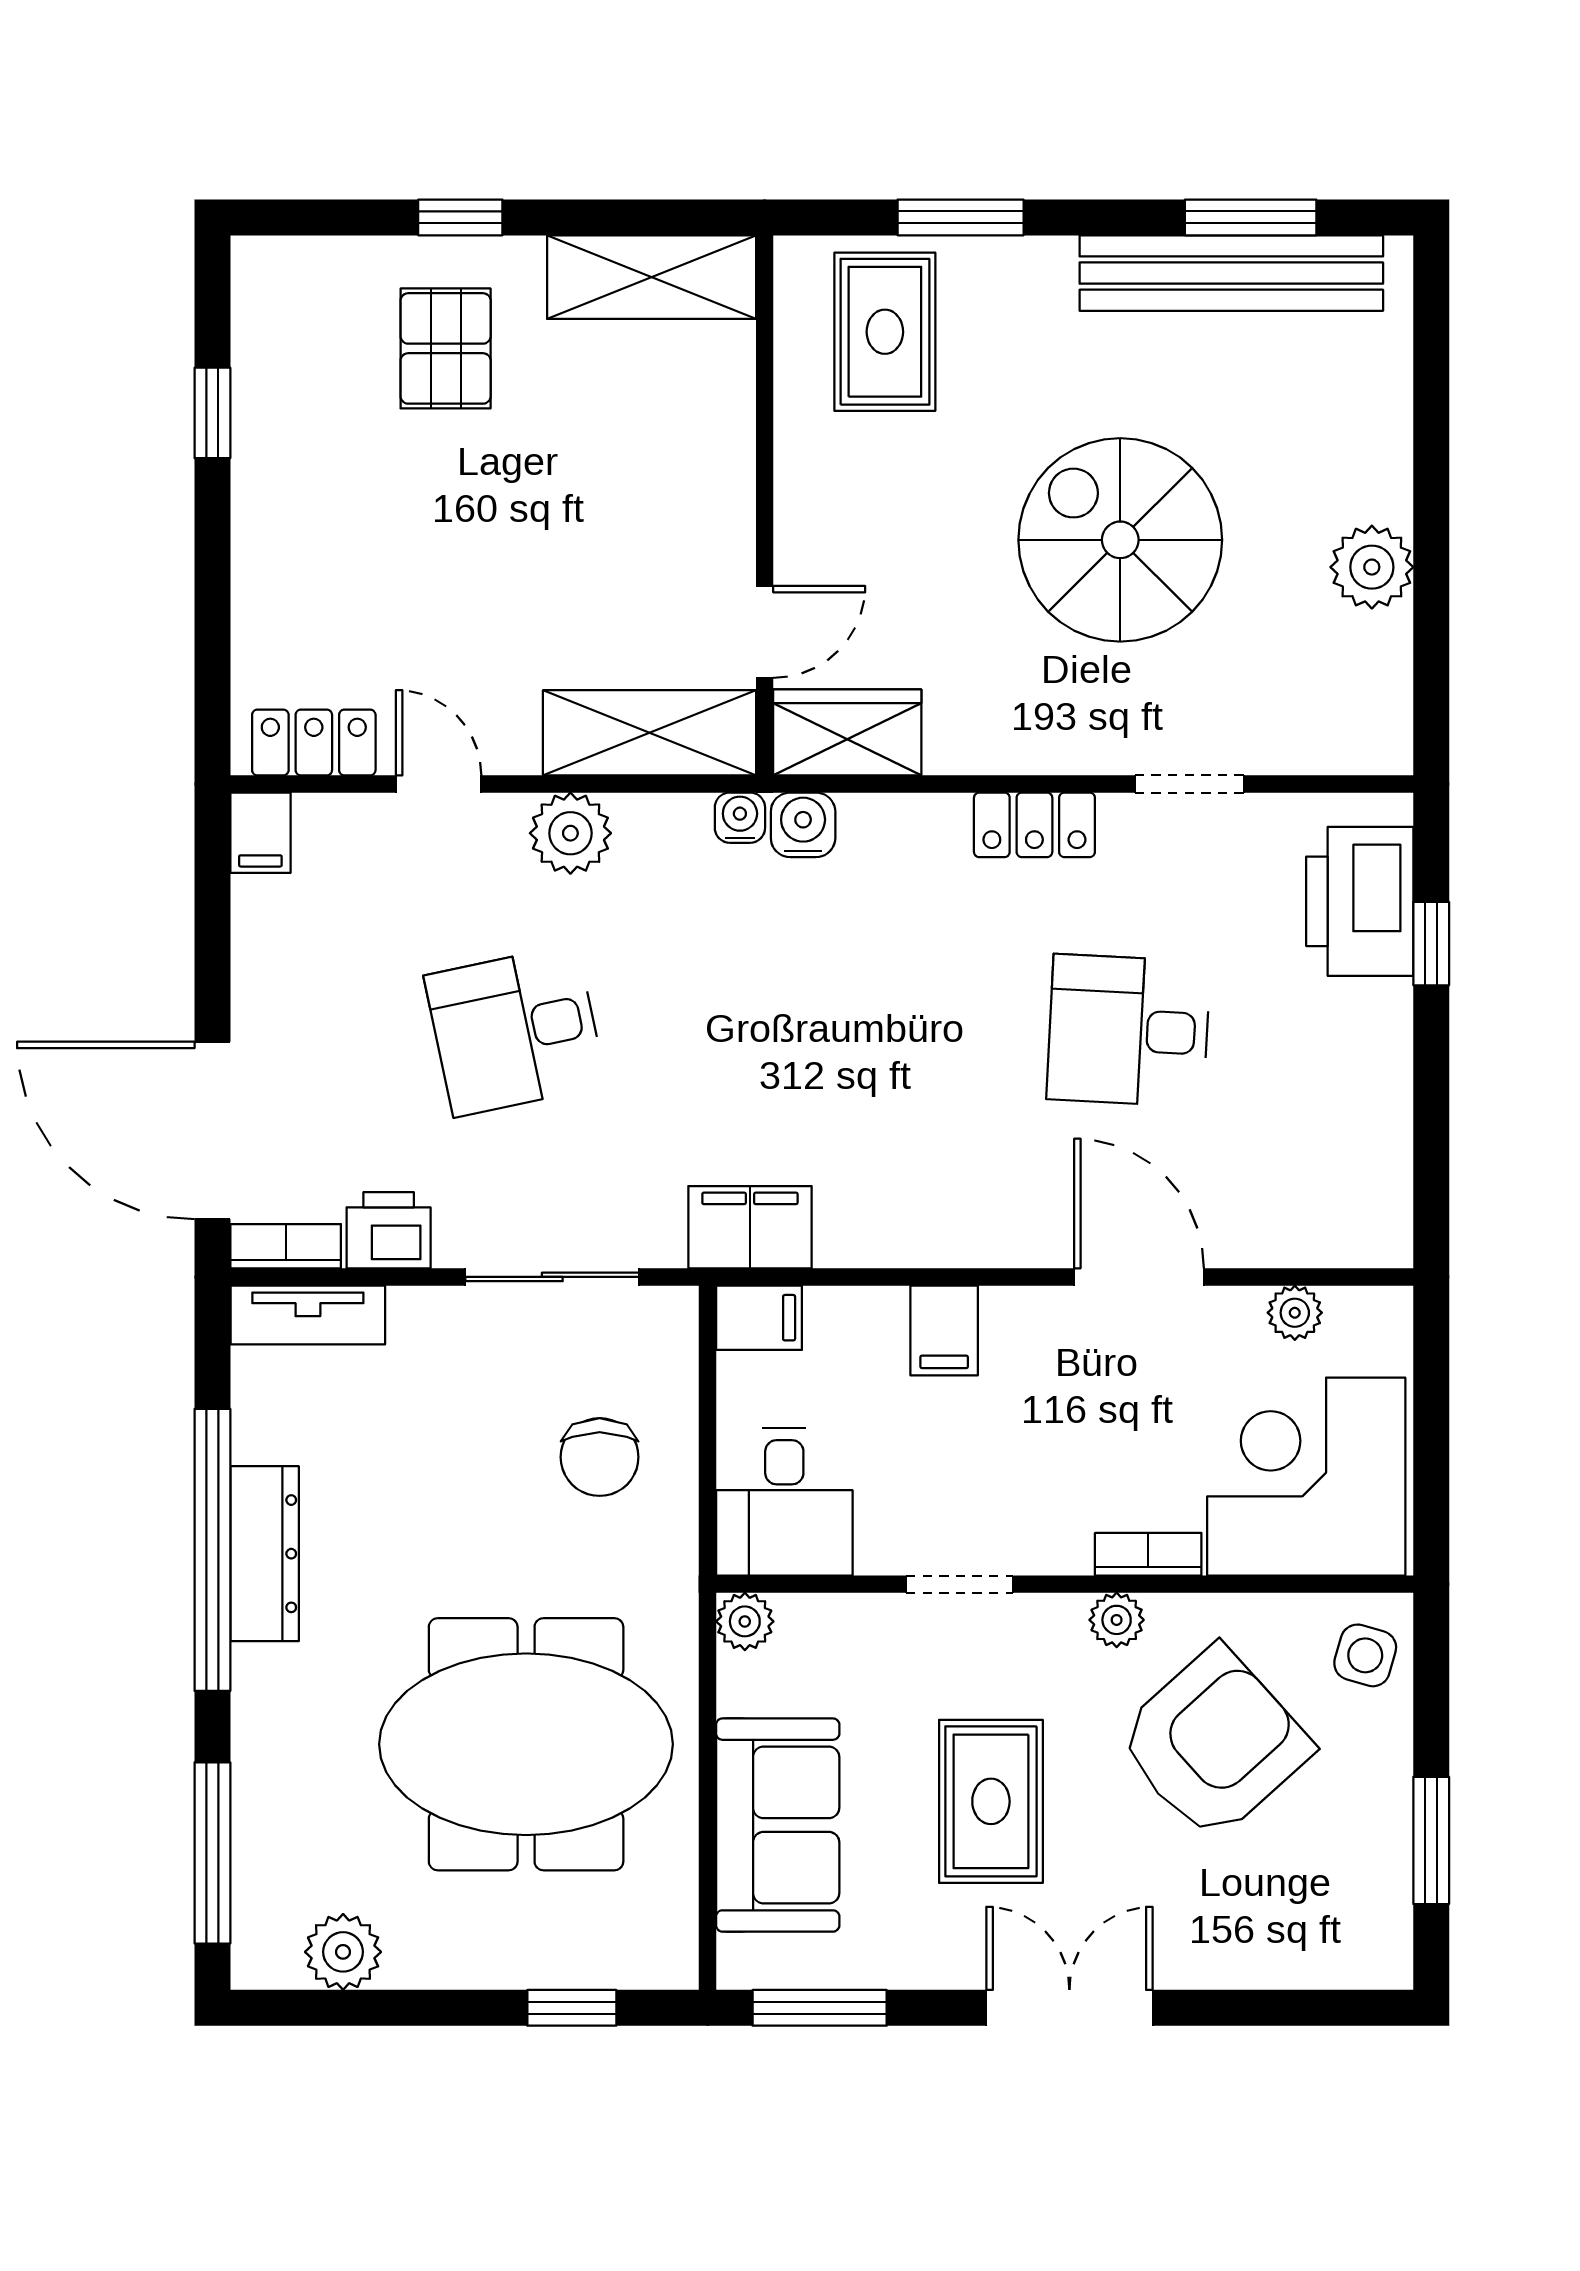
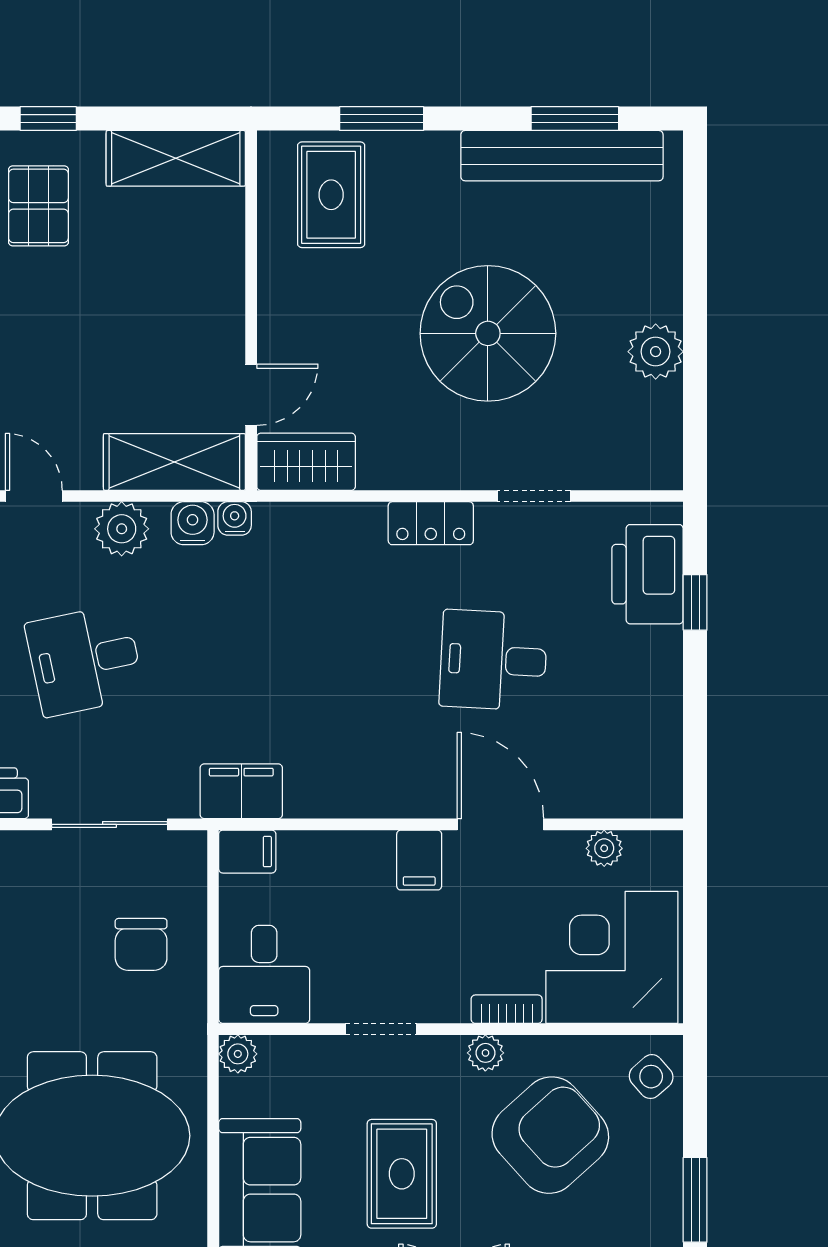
water cooler: (803, 825) -> (193, 523), moved
filing cabinet: (944, 1330) -> (419, 860), moved
side table: (1365, 1655) -> (651, 1077), turned 33

